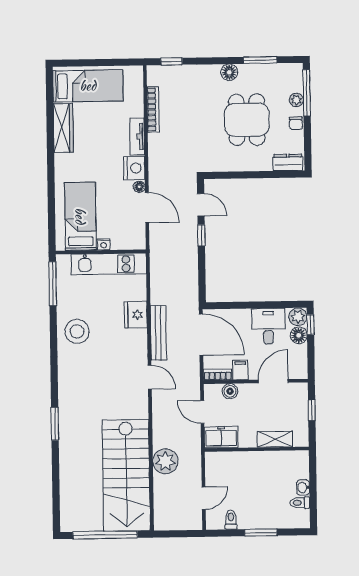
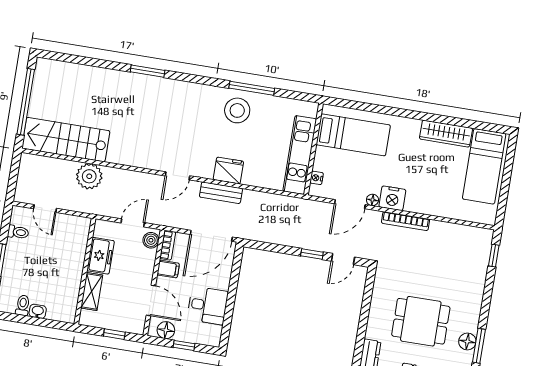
floor lamp: (229, 72) -> (467, 341), moved
bookcase: (153, 109) -> (406, 221), moved
tv unit: (137, 136) -> (424, 207), removed
nightstand: (104, 244) -> (317, 178), moved
window: (53, 284) -> (252, 88), moved
fridge: (136, 315) -> (228, 171), moved
plant: (298, 317) -> (212, 337), removed
window: (310, 325) -> (184, 346), moved
bench: (158, 333) -> (221, 193), width x0.73
floor lamp: (299, 335) -> (166, 330), moved
boiler: (230, 391) -> (151, 240), moved
freezer: (221, 437) -> (101, 256), moved
stairs: (126, 475) -> (66, 140), width x0.73, depth x0.66

